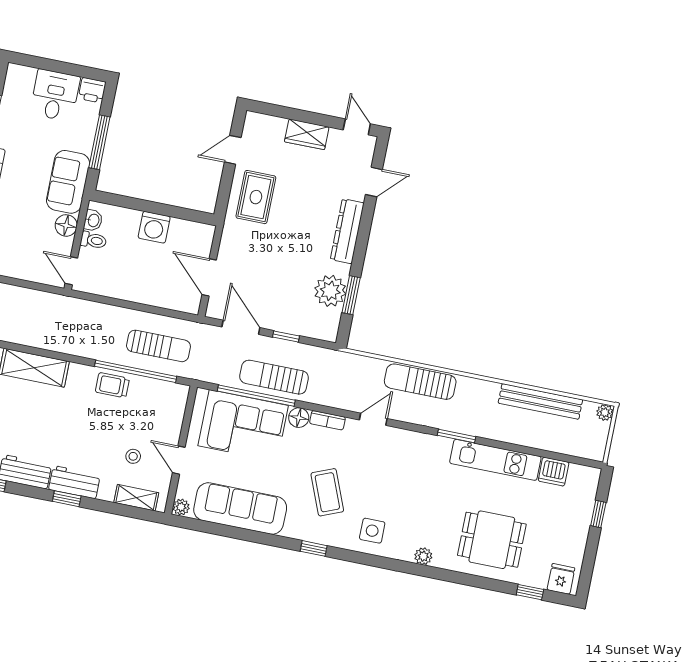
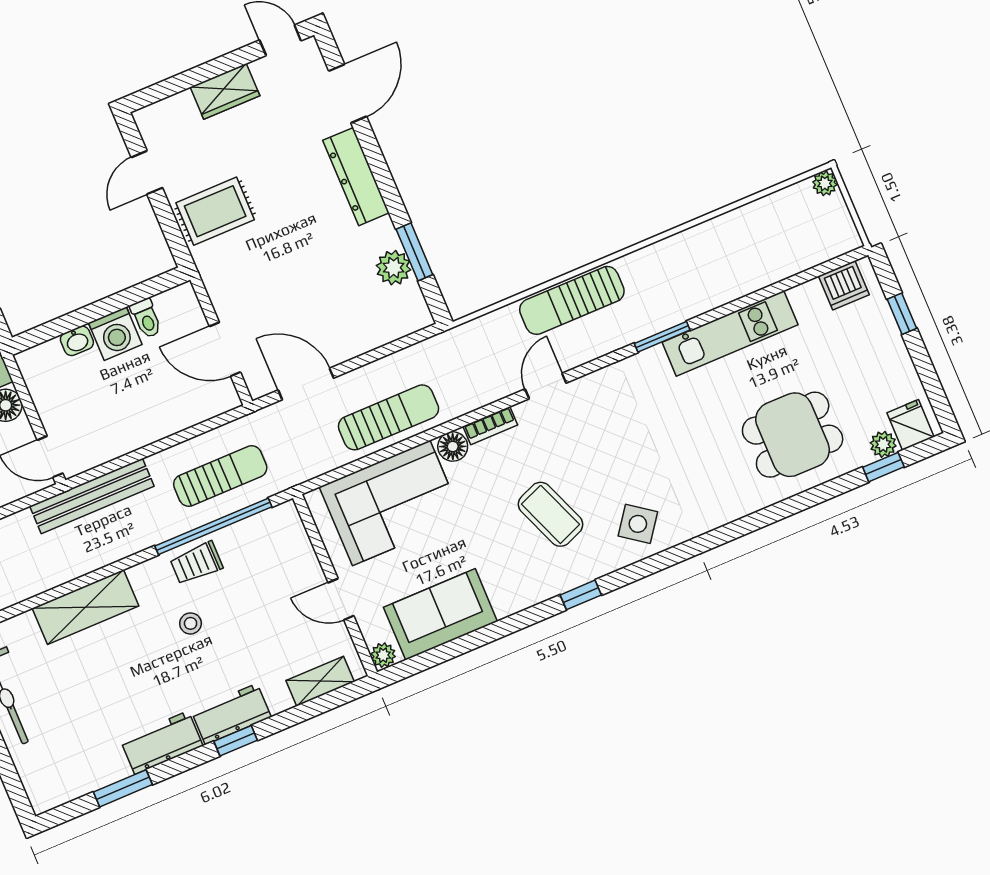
door: (374, 182) -> (348, 94), width x1.38
rug: (256, 197) -> (215, 211), turned 90
washbasin: (93, 220) -> (77, 341), moved, turned 90
toilet: (93, 240) -> (146, 318), moved, turned 90
plant: (330, 291) -> (394, 268), width x0.73, depth x0.73
window: (286, 336) -> (369, 357), removed
sun lounger: (274, 377) -> (388, 417), turned 180
window: (256, 396) -> (382, 455), removed
bench: (540, 401) -> (92, 496), moved
stool: (133, 456) -> (191, 623), moved
dishwasher: (554, 472) -> (844, 285), moved
sofa: (240, 509) -> (440, 614), width x0.73
side table: (372, 531) -> (638, 524), turned 36
plant: (423, 556) -> (883, 444), moved

